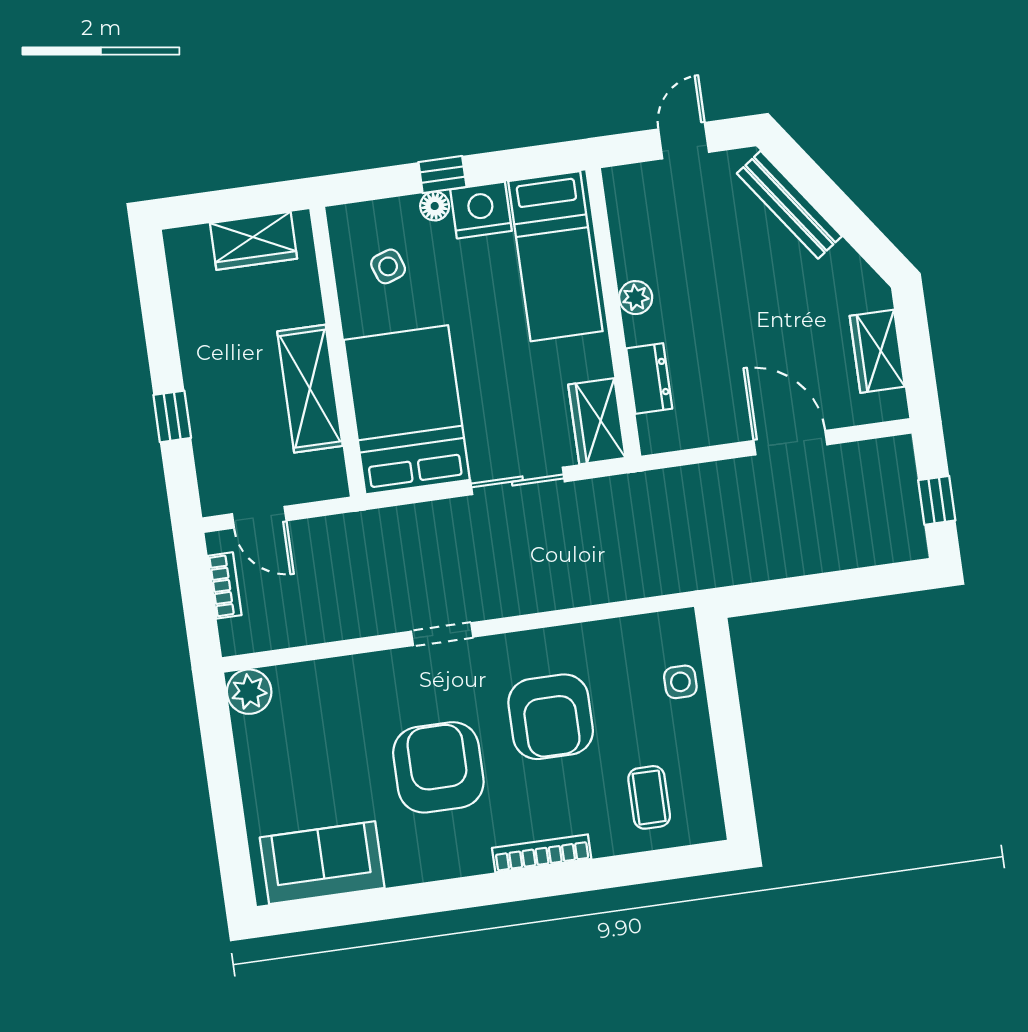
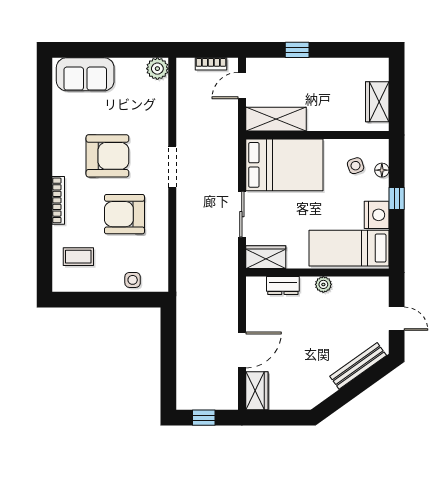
floor lamp: (435, 206) -> (382, 170), moved
wardrobe: (877, 351) -> (257, 391), moved, turned 90
shelving: (310, 389) -> (276, 119), moved
doorway: (442, 634) -> (172, 167), width x1.38
sofa: (322, 863) -> (85, 74), moved, turned 90

